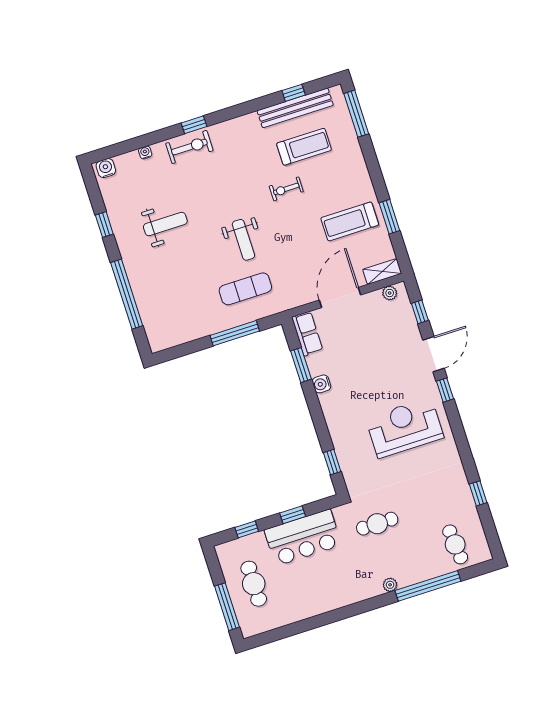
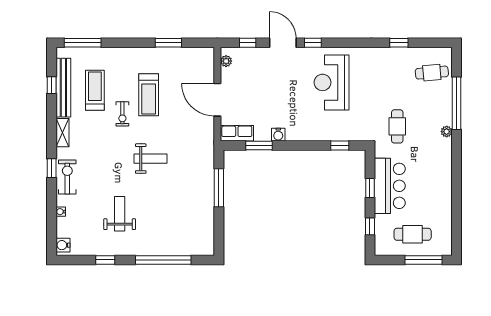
treadmill: (350, 221) -> (149, 95), moved
shelving: (382, 271) -> (62, 133), moved
exercise mat: (245, 289) -> (188, 169), removed

